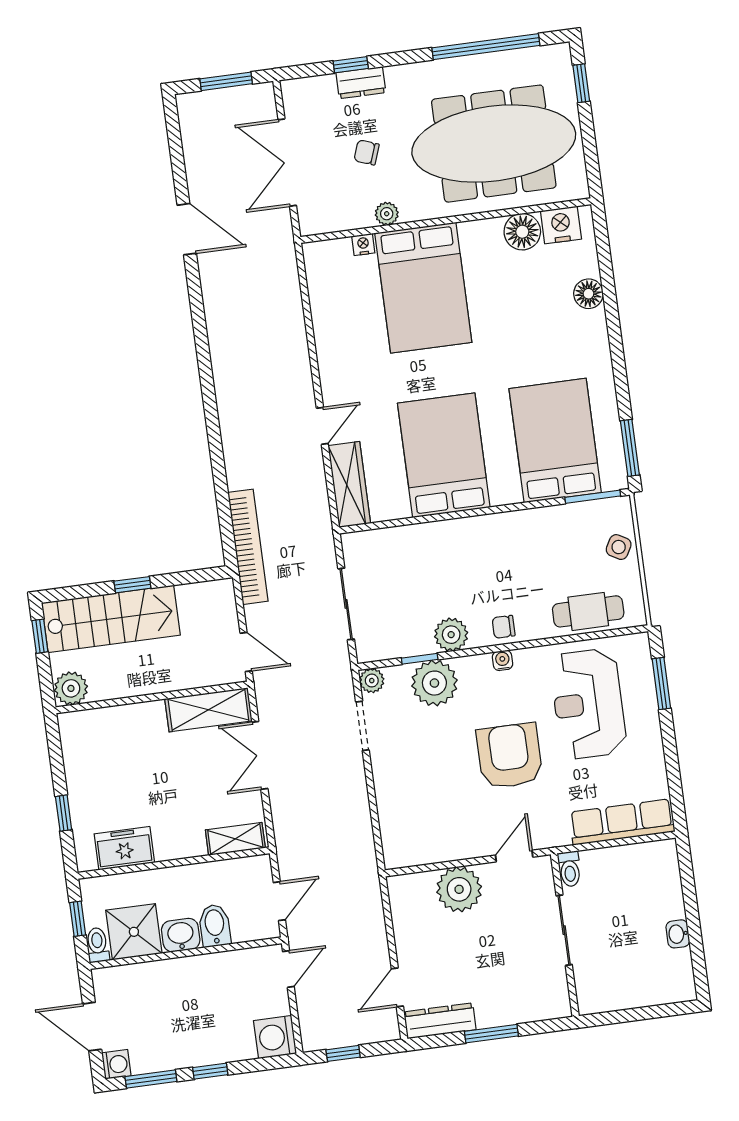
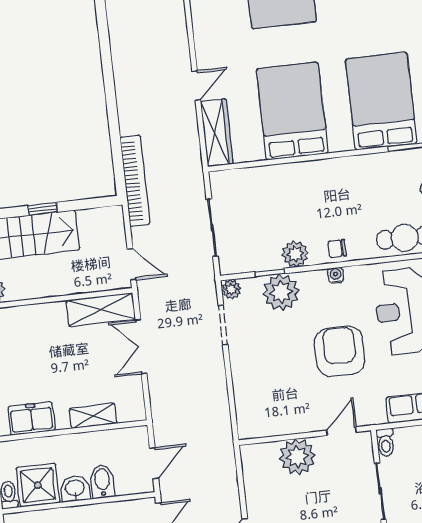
shelving: (235, 839) -> (93, 416), moved

